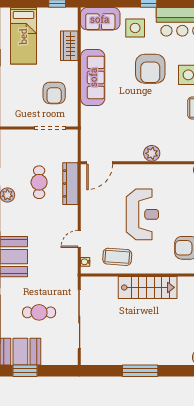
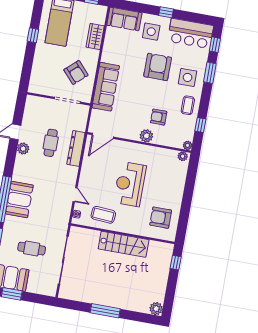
armchair: (150, 69) -> (158, 67), turned 180
sofa: (93, 77) -> (106, 87), moved
armchair: (54, 93) -> (76, 72), turned -42
armchair: (162, 128) -> (159, 117), added
reception desk: (142, 214) -> (130, 184), turned 180
door: (79, 239) -> (75, 195), swing flipped

